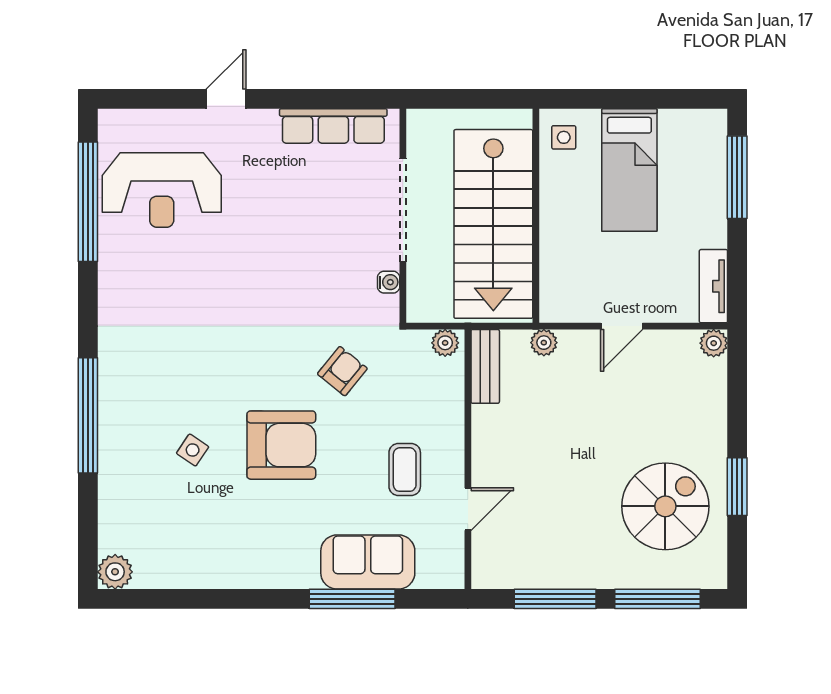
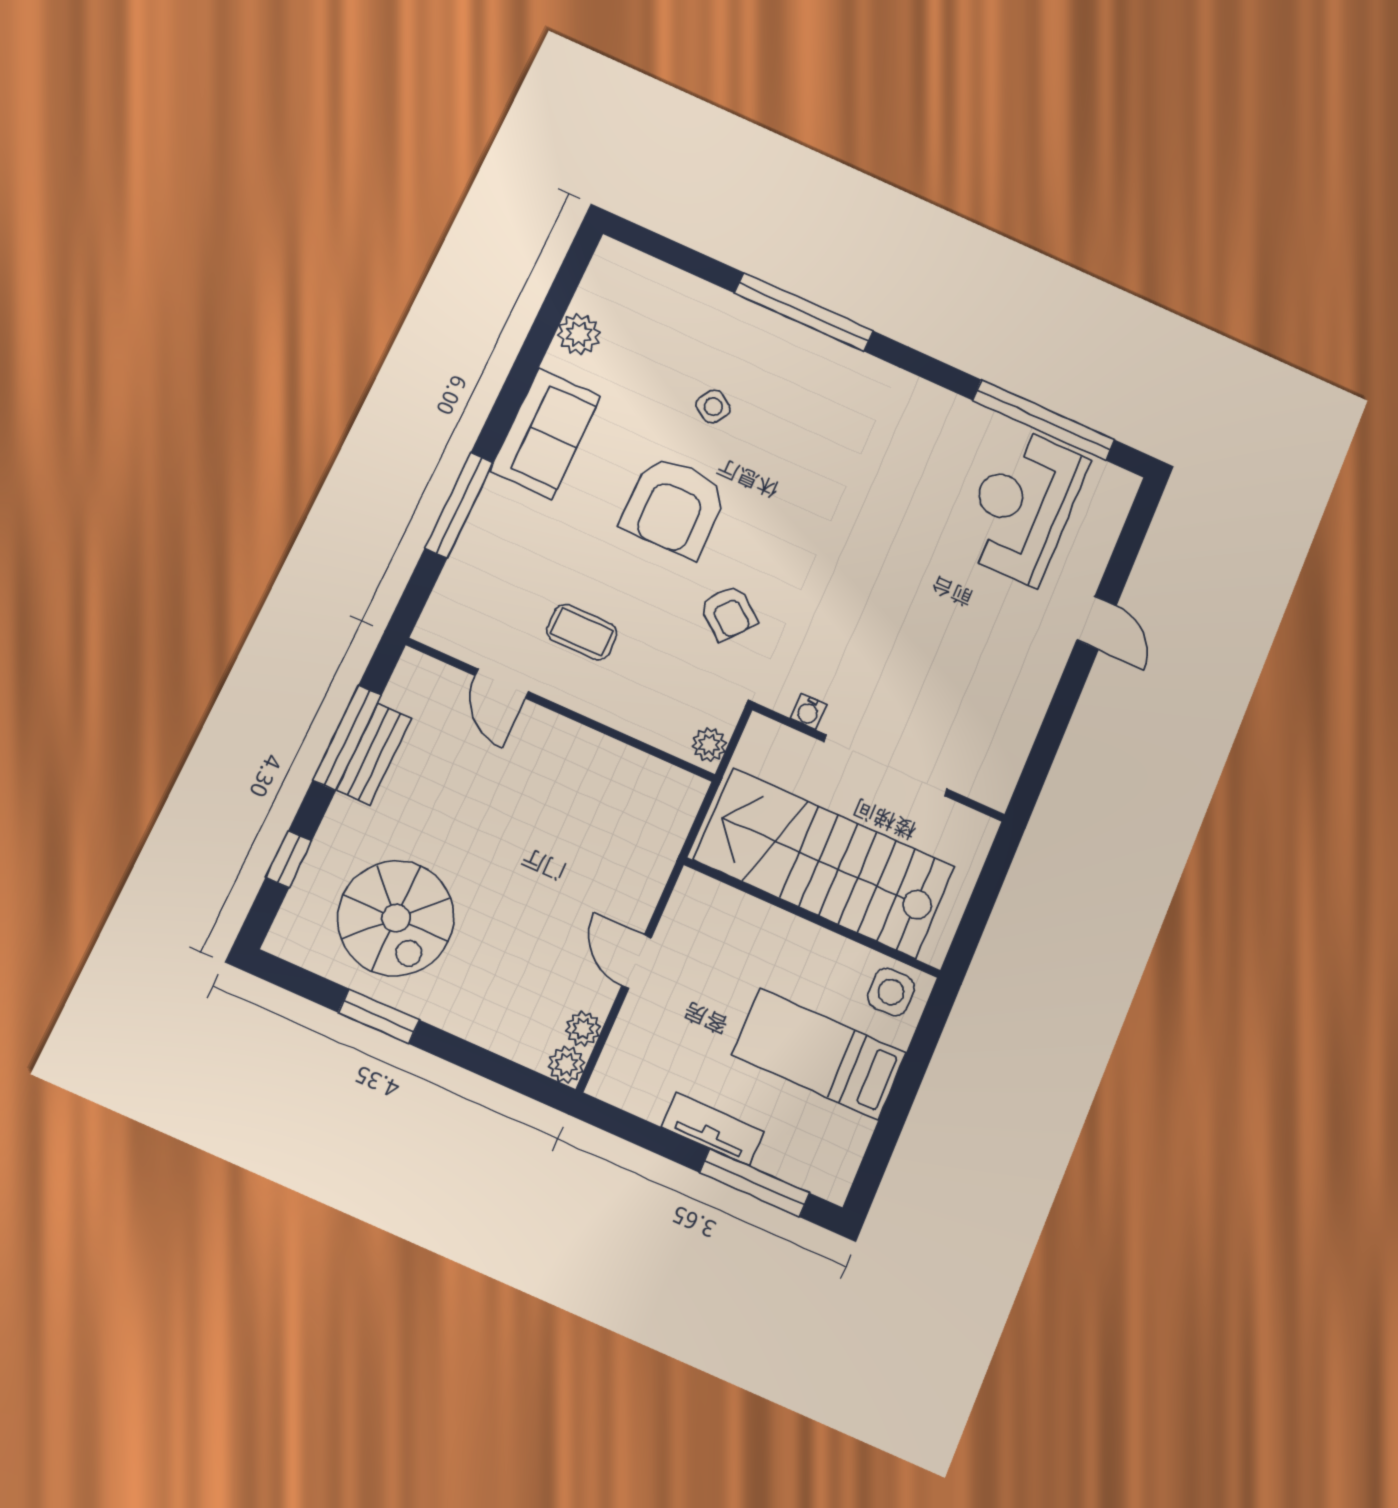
row of seats: (333, 126) -> (1016, 729), removed
side table: (564, 137) -> (891, 992), width x1.37, depth x1.37
tv unit: (713, 286) -> (713, 1129), moved
plant: (544, 343) -> (583, 1029), moved
bench: (485, 366) -> (374, 754), moved, turned 90
sofa: (368, 562) -> (545, 434), moved
plant: (115, 572) -> (579, 334), moved
window: (658, 599) -> (289, 859), width x0.46

